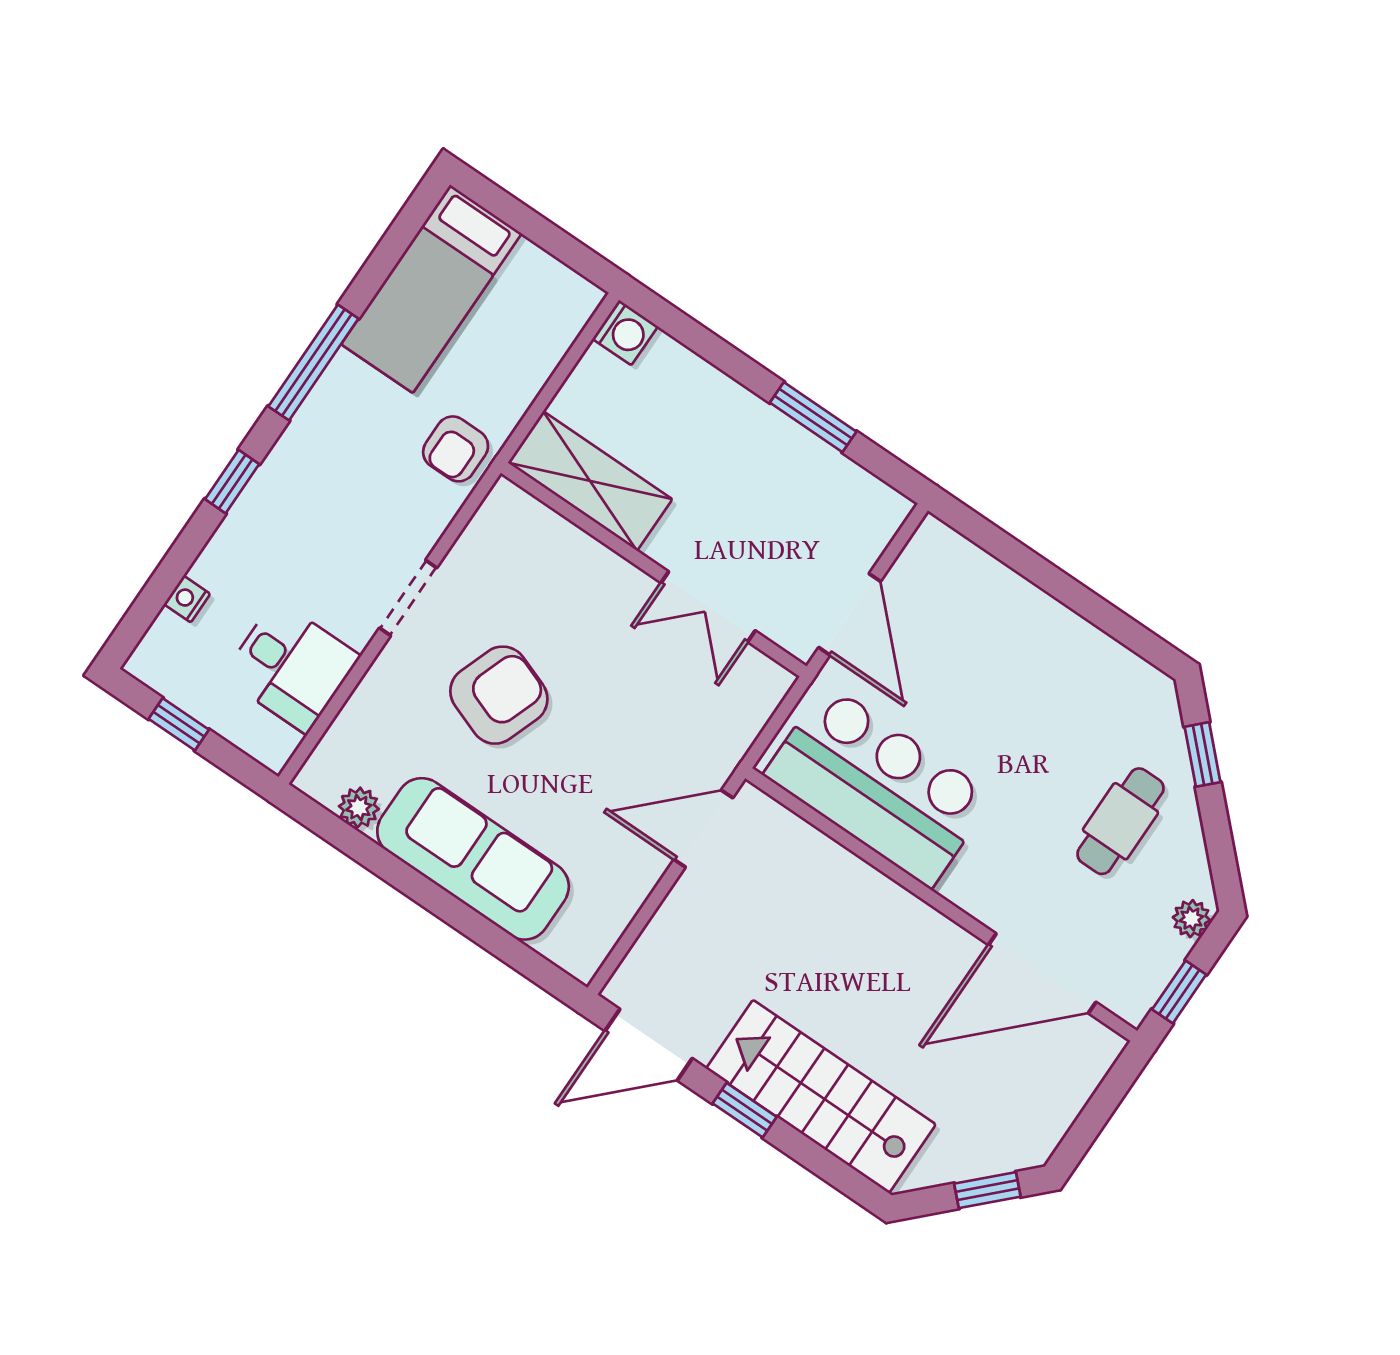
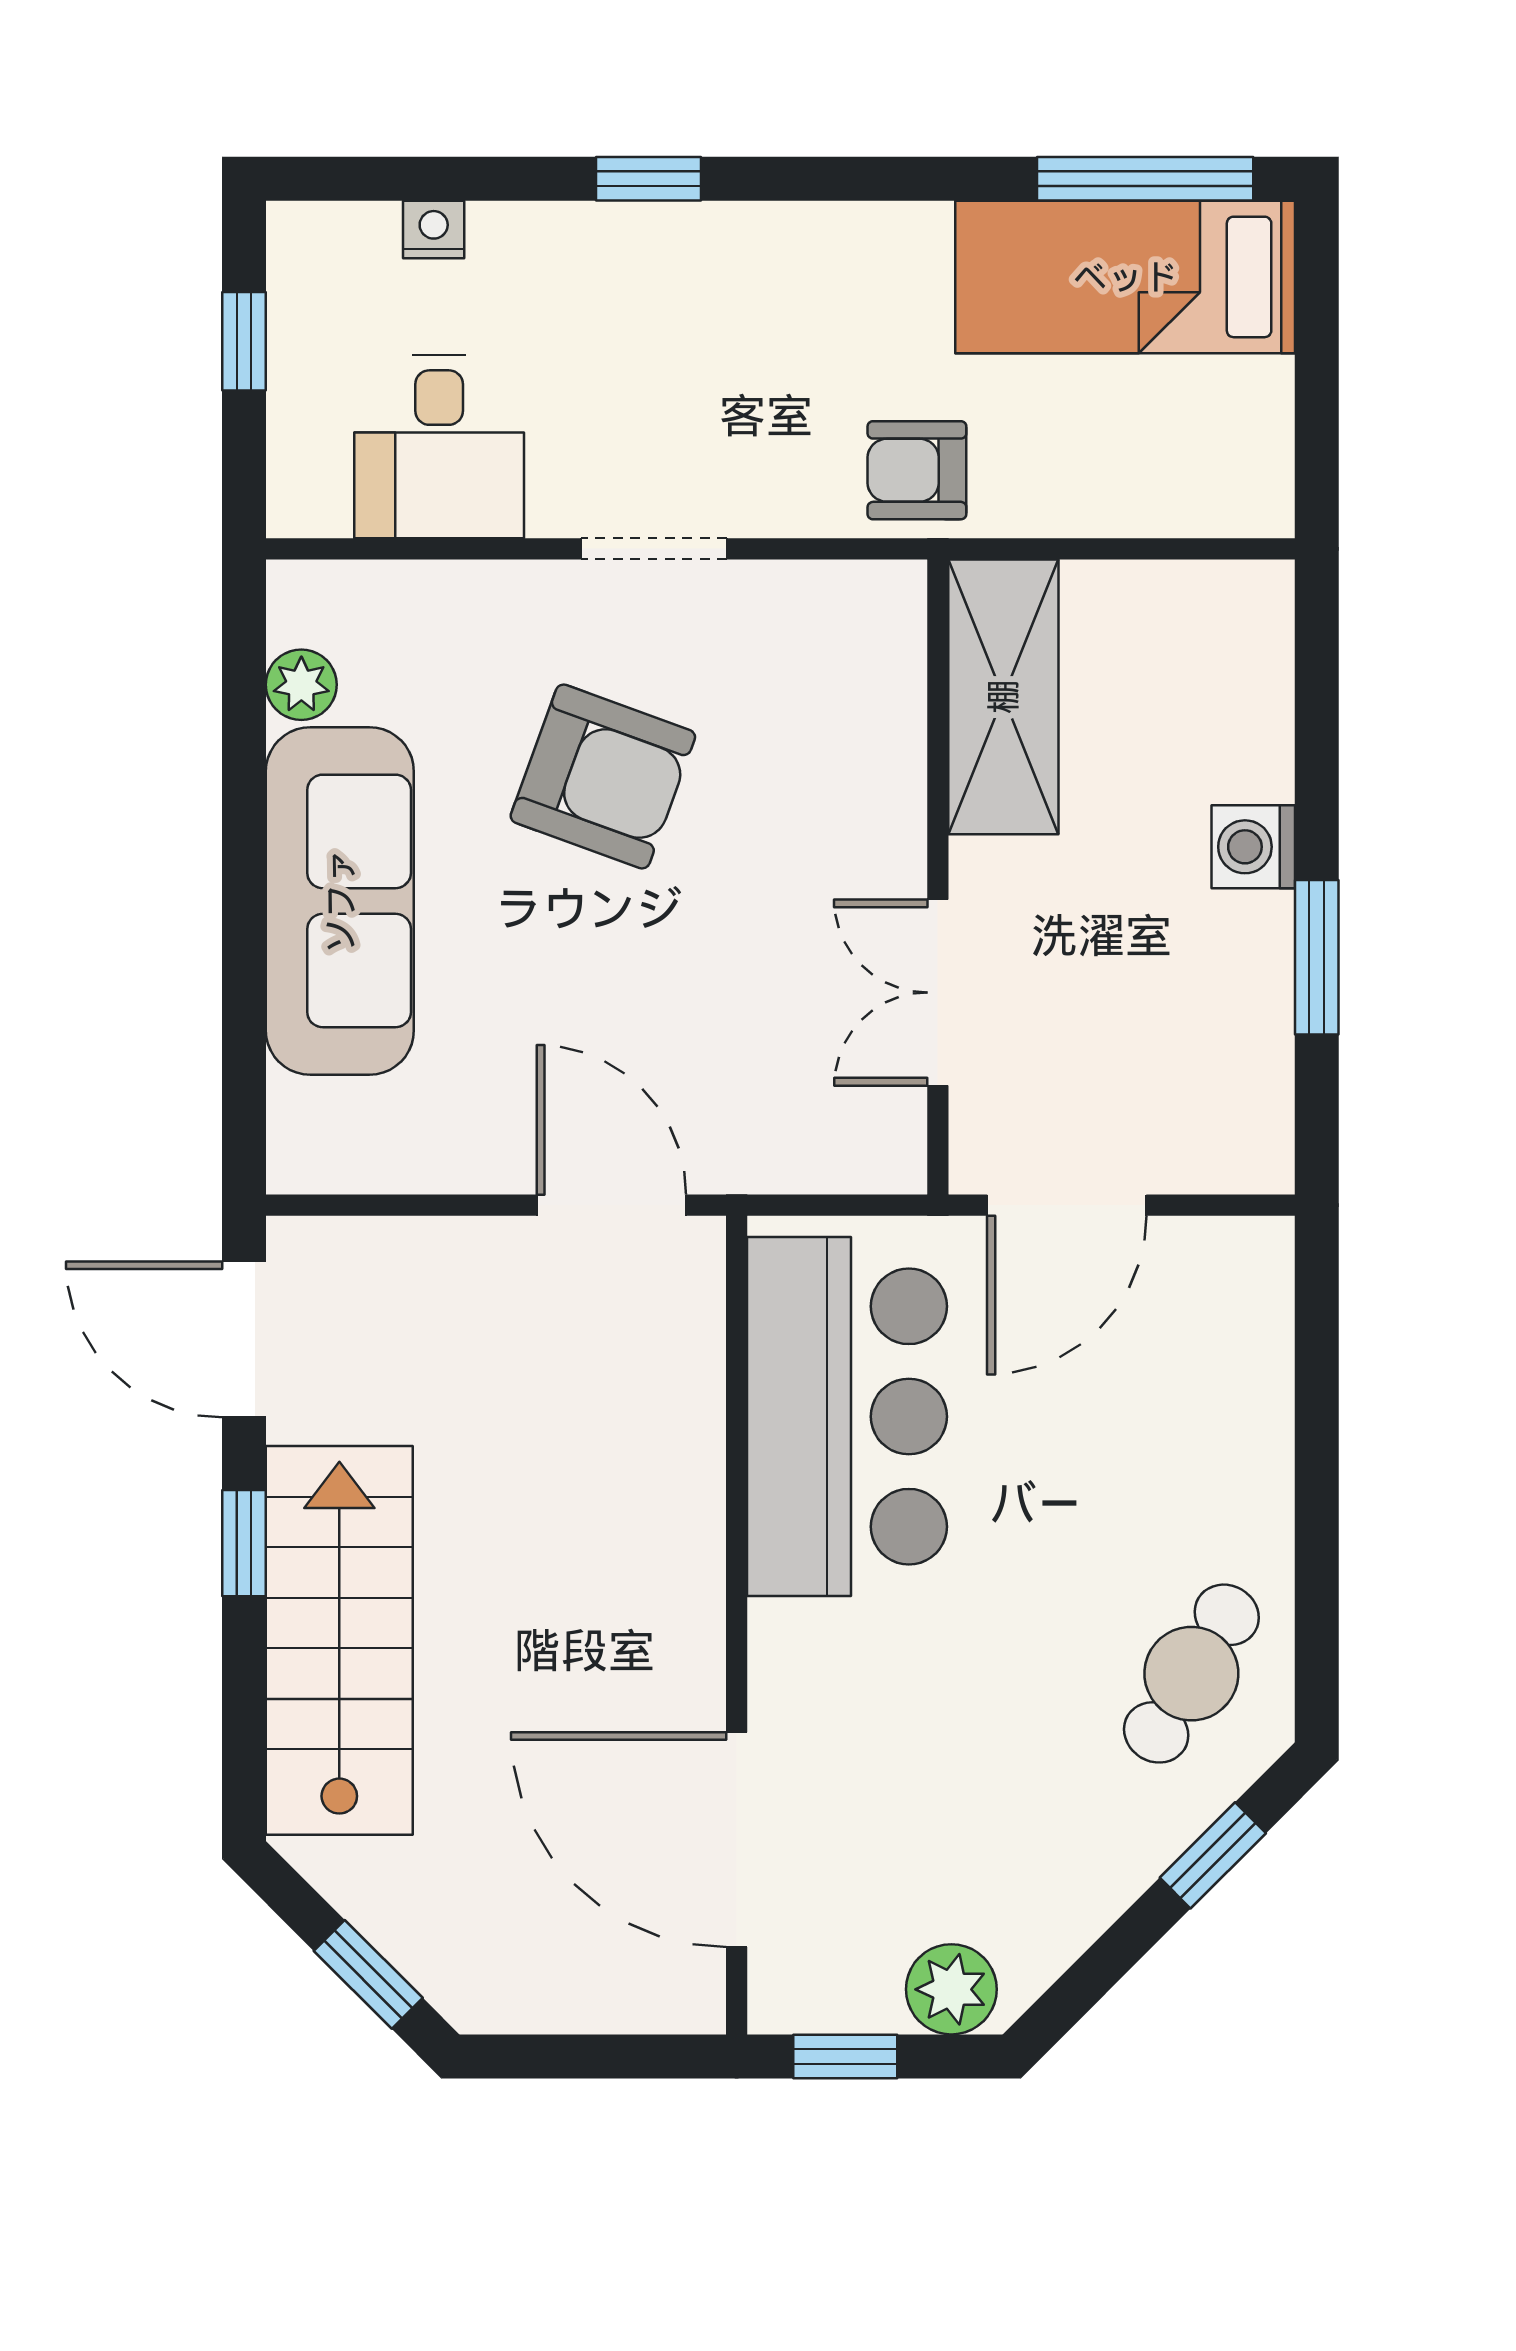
washing machine: (625, 333) -> (1253, 847), moved, turned 90
window: (313, 362) -> (1145, 179), moved
cafe table: (1120, 821) -> (1191, 1674), moved, turned -59
plant: (1191, 919) -> (951, 1989), width x1.38, depth x1.38

